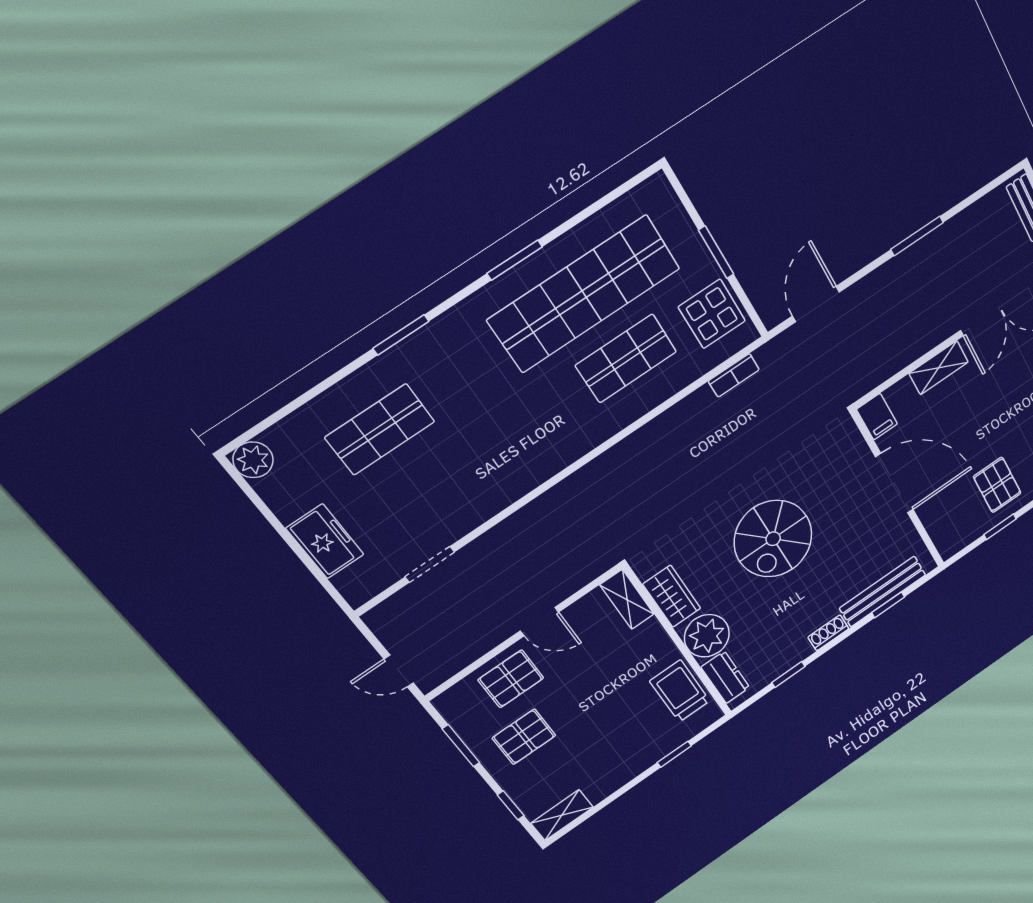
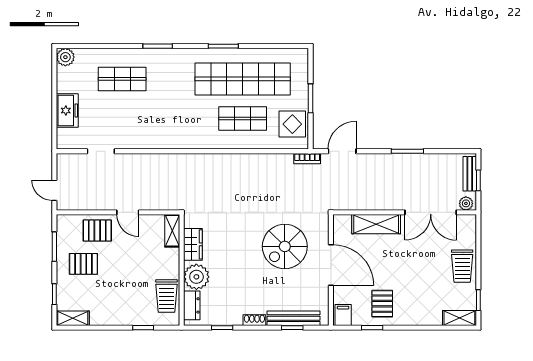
shelving: (939, 368) -> (376, 224), width x1.50, depth x1.33
bookcase: (734, 375) -> (307, 159), moved
filing cabinet: (877, 417) -> (343, 315), moved, turned 180
spiral stairs: (773, 539) -> (285, 246), moved
trolley: (680, 691) -> (167, 296), turned 180

